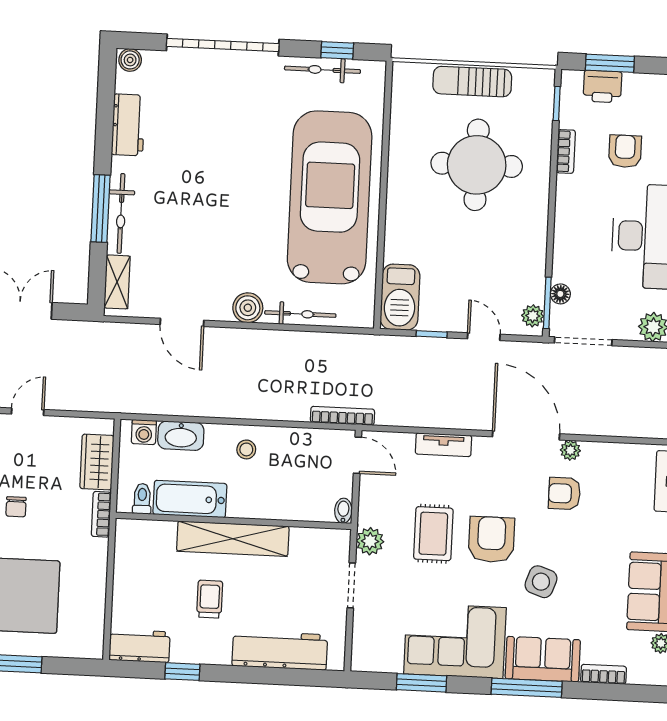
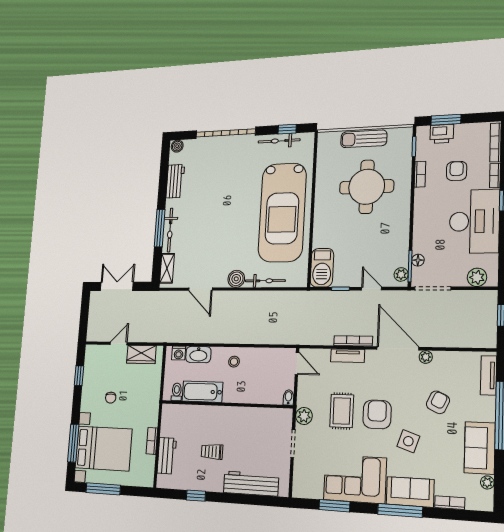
car: (330, 197) -> (282, 212), turned 180
bookcase: (342, 416) -> (353, 341), moved
wardrobe: (97, 462) -> (141, 354), moved, turned -90
armchair: (564, 493) -> (438, 402), moved, turned 115
bookcase: (101, 514) -> (152, 441), moved
shelving: (233, 539) -> (226, 415), removed
trolley: (210, 599) -> (212, 452), turned -90
workbench: (139, 646) -> (167, 456), moved, turned 90

